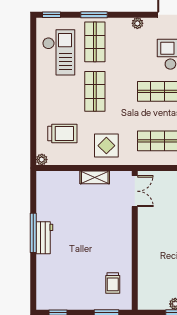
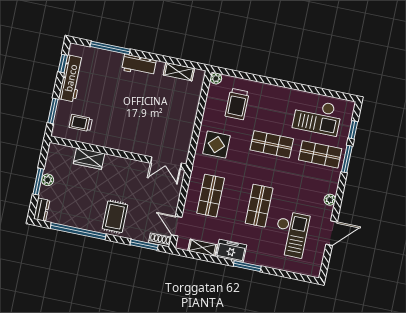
window: (51, 15) -> (353, 130), moved
shelving: (95, 177) -> (179, 72), moved, turned 90
window: (33, 233) -> (110, 48), moved
wardrobe: (146, 268) -> (89, 159), added
workbench: (71, 301) -> (71, 78), added

